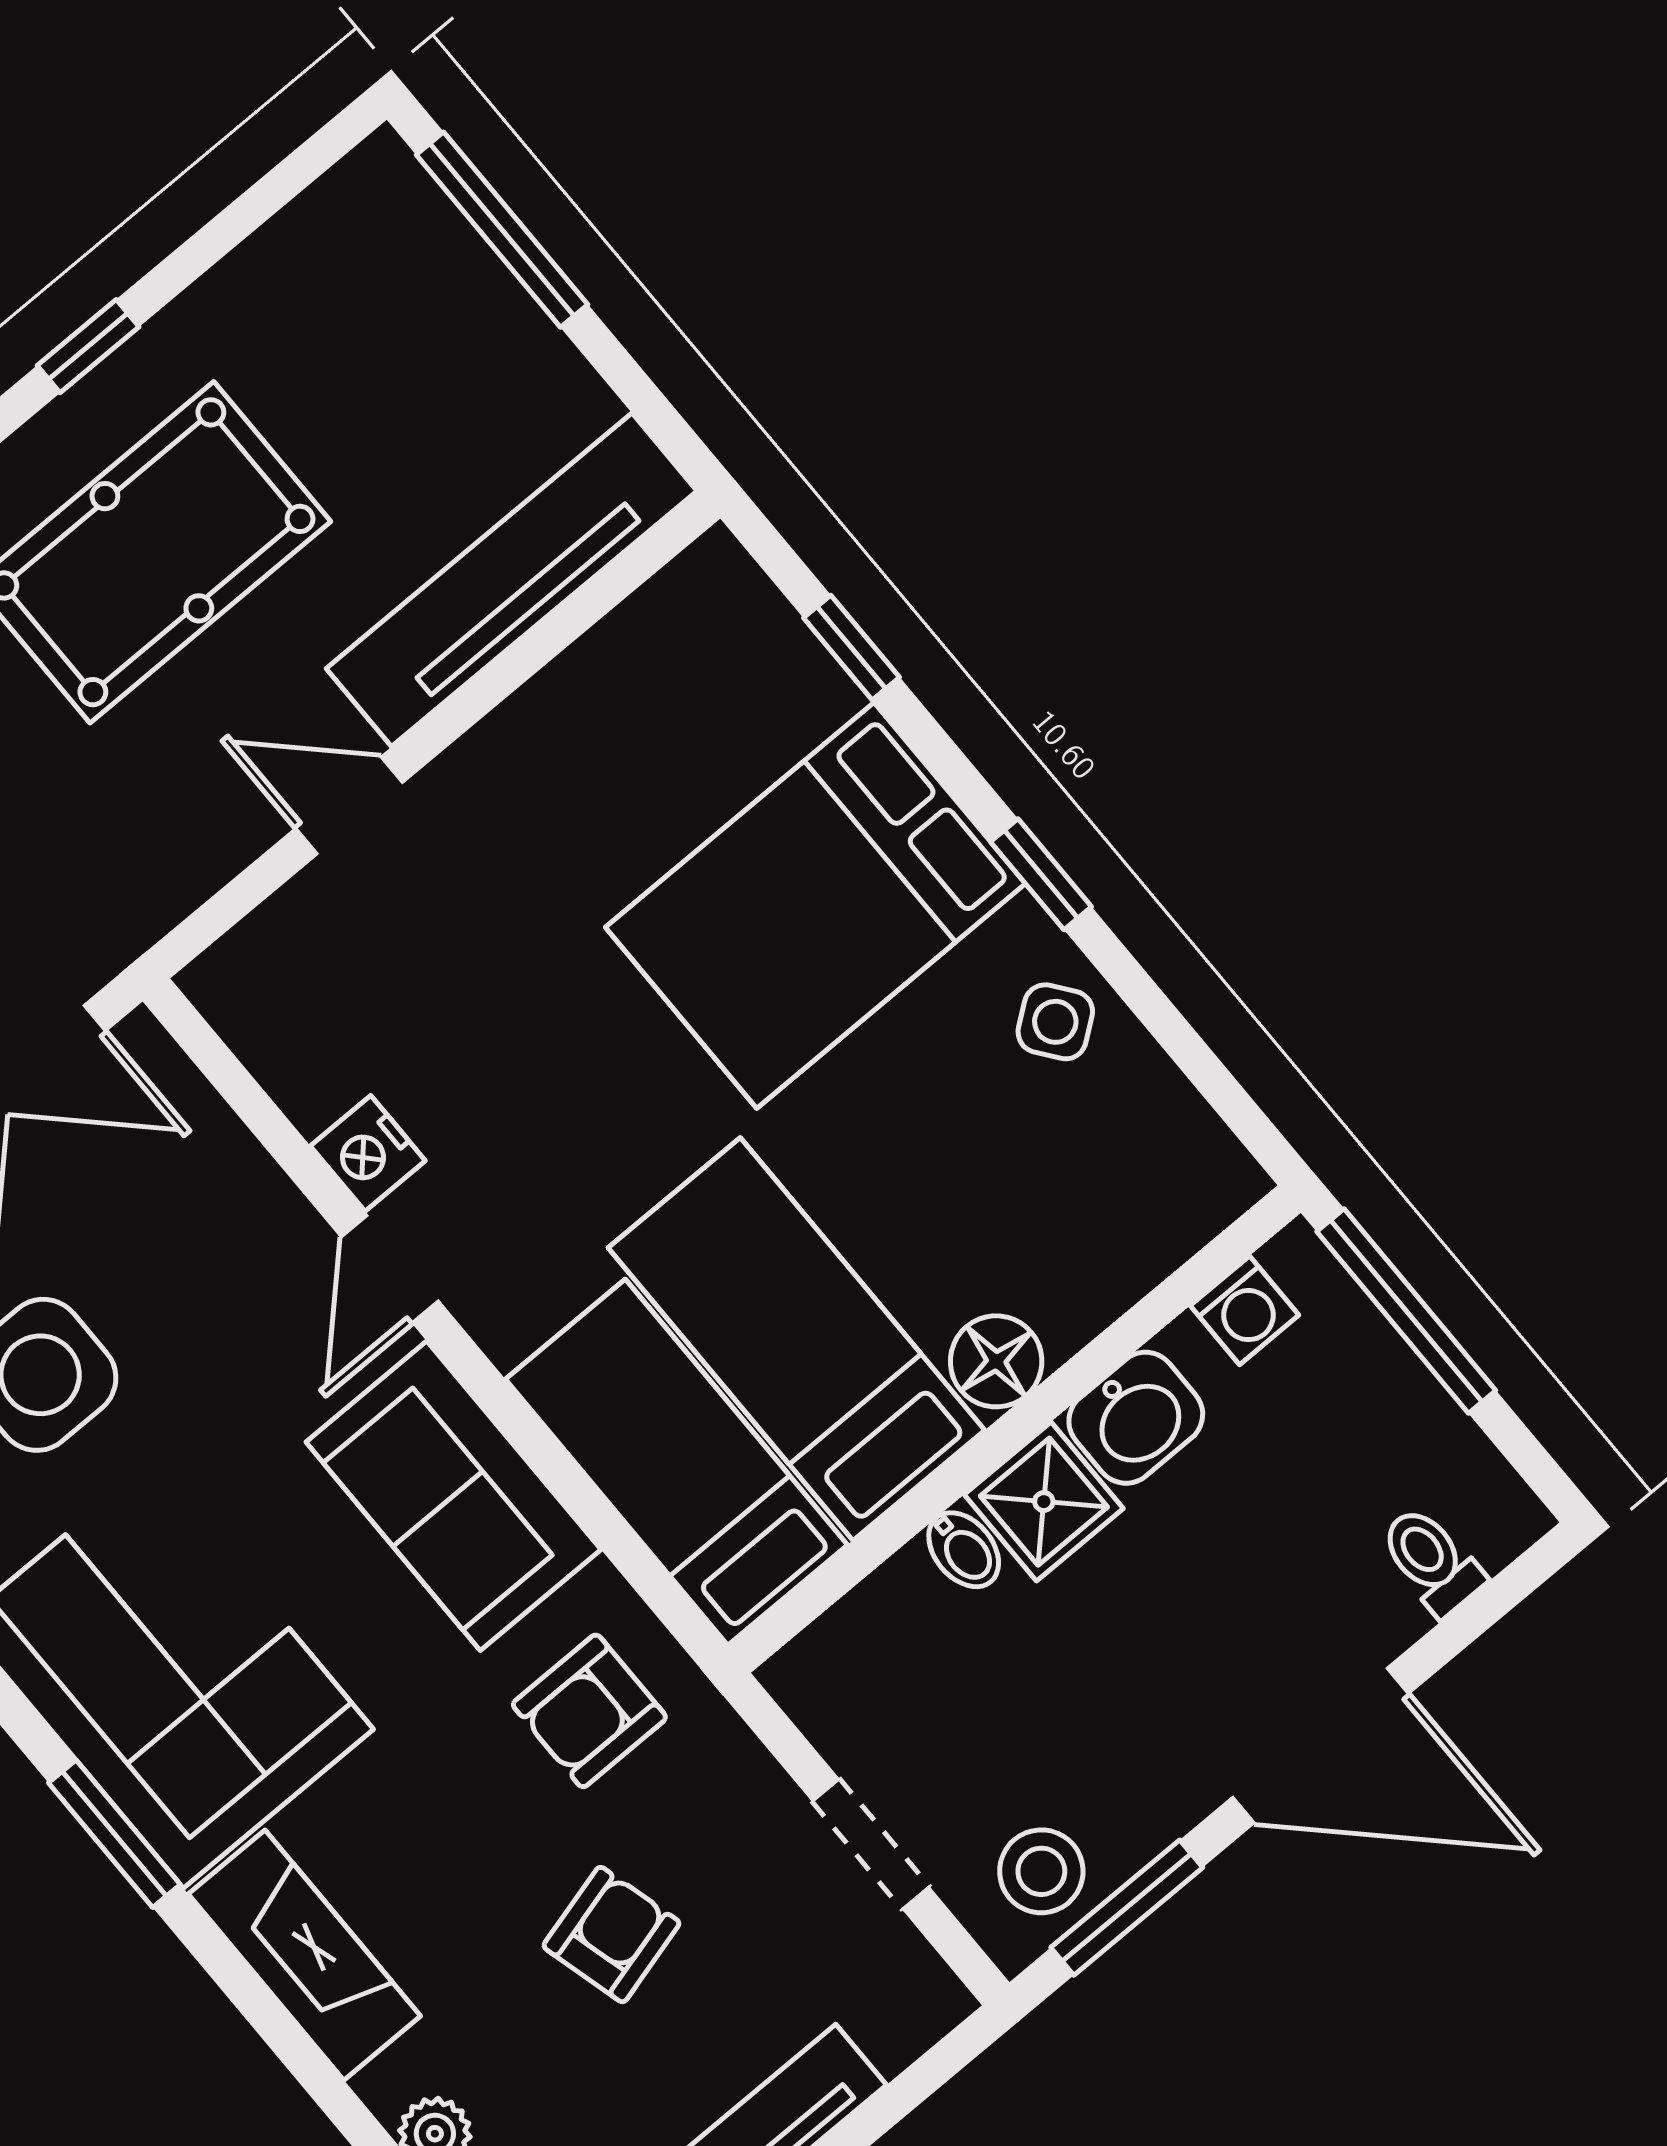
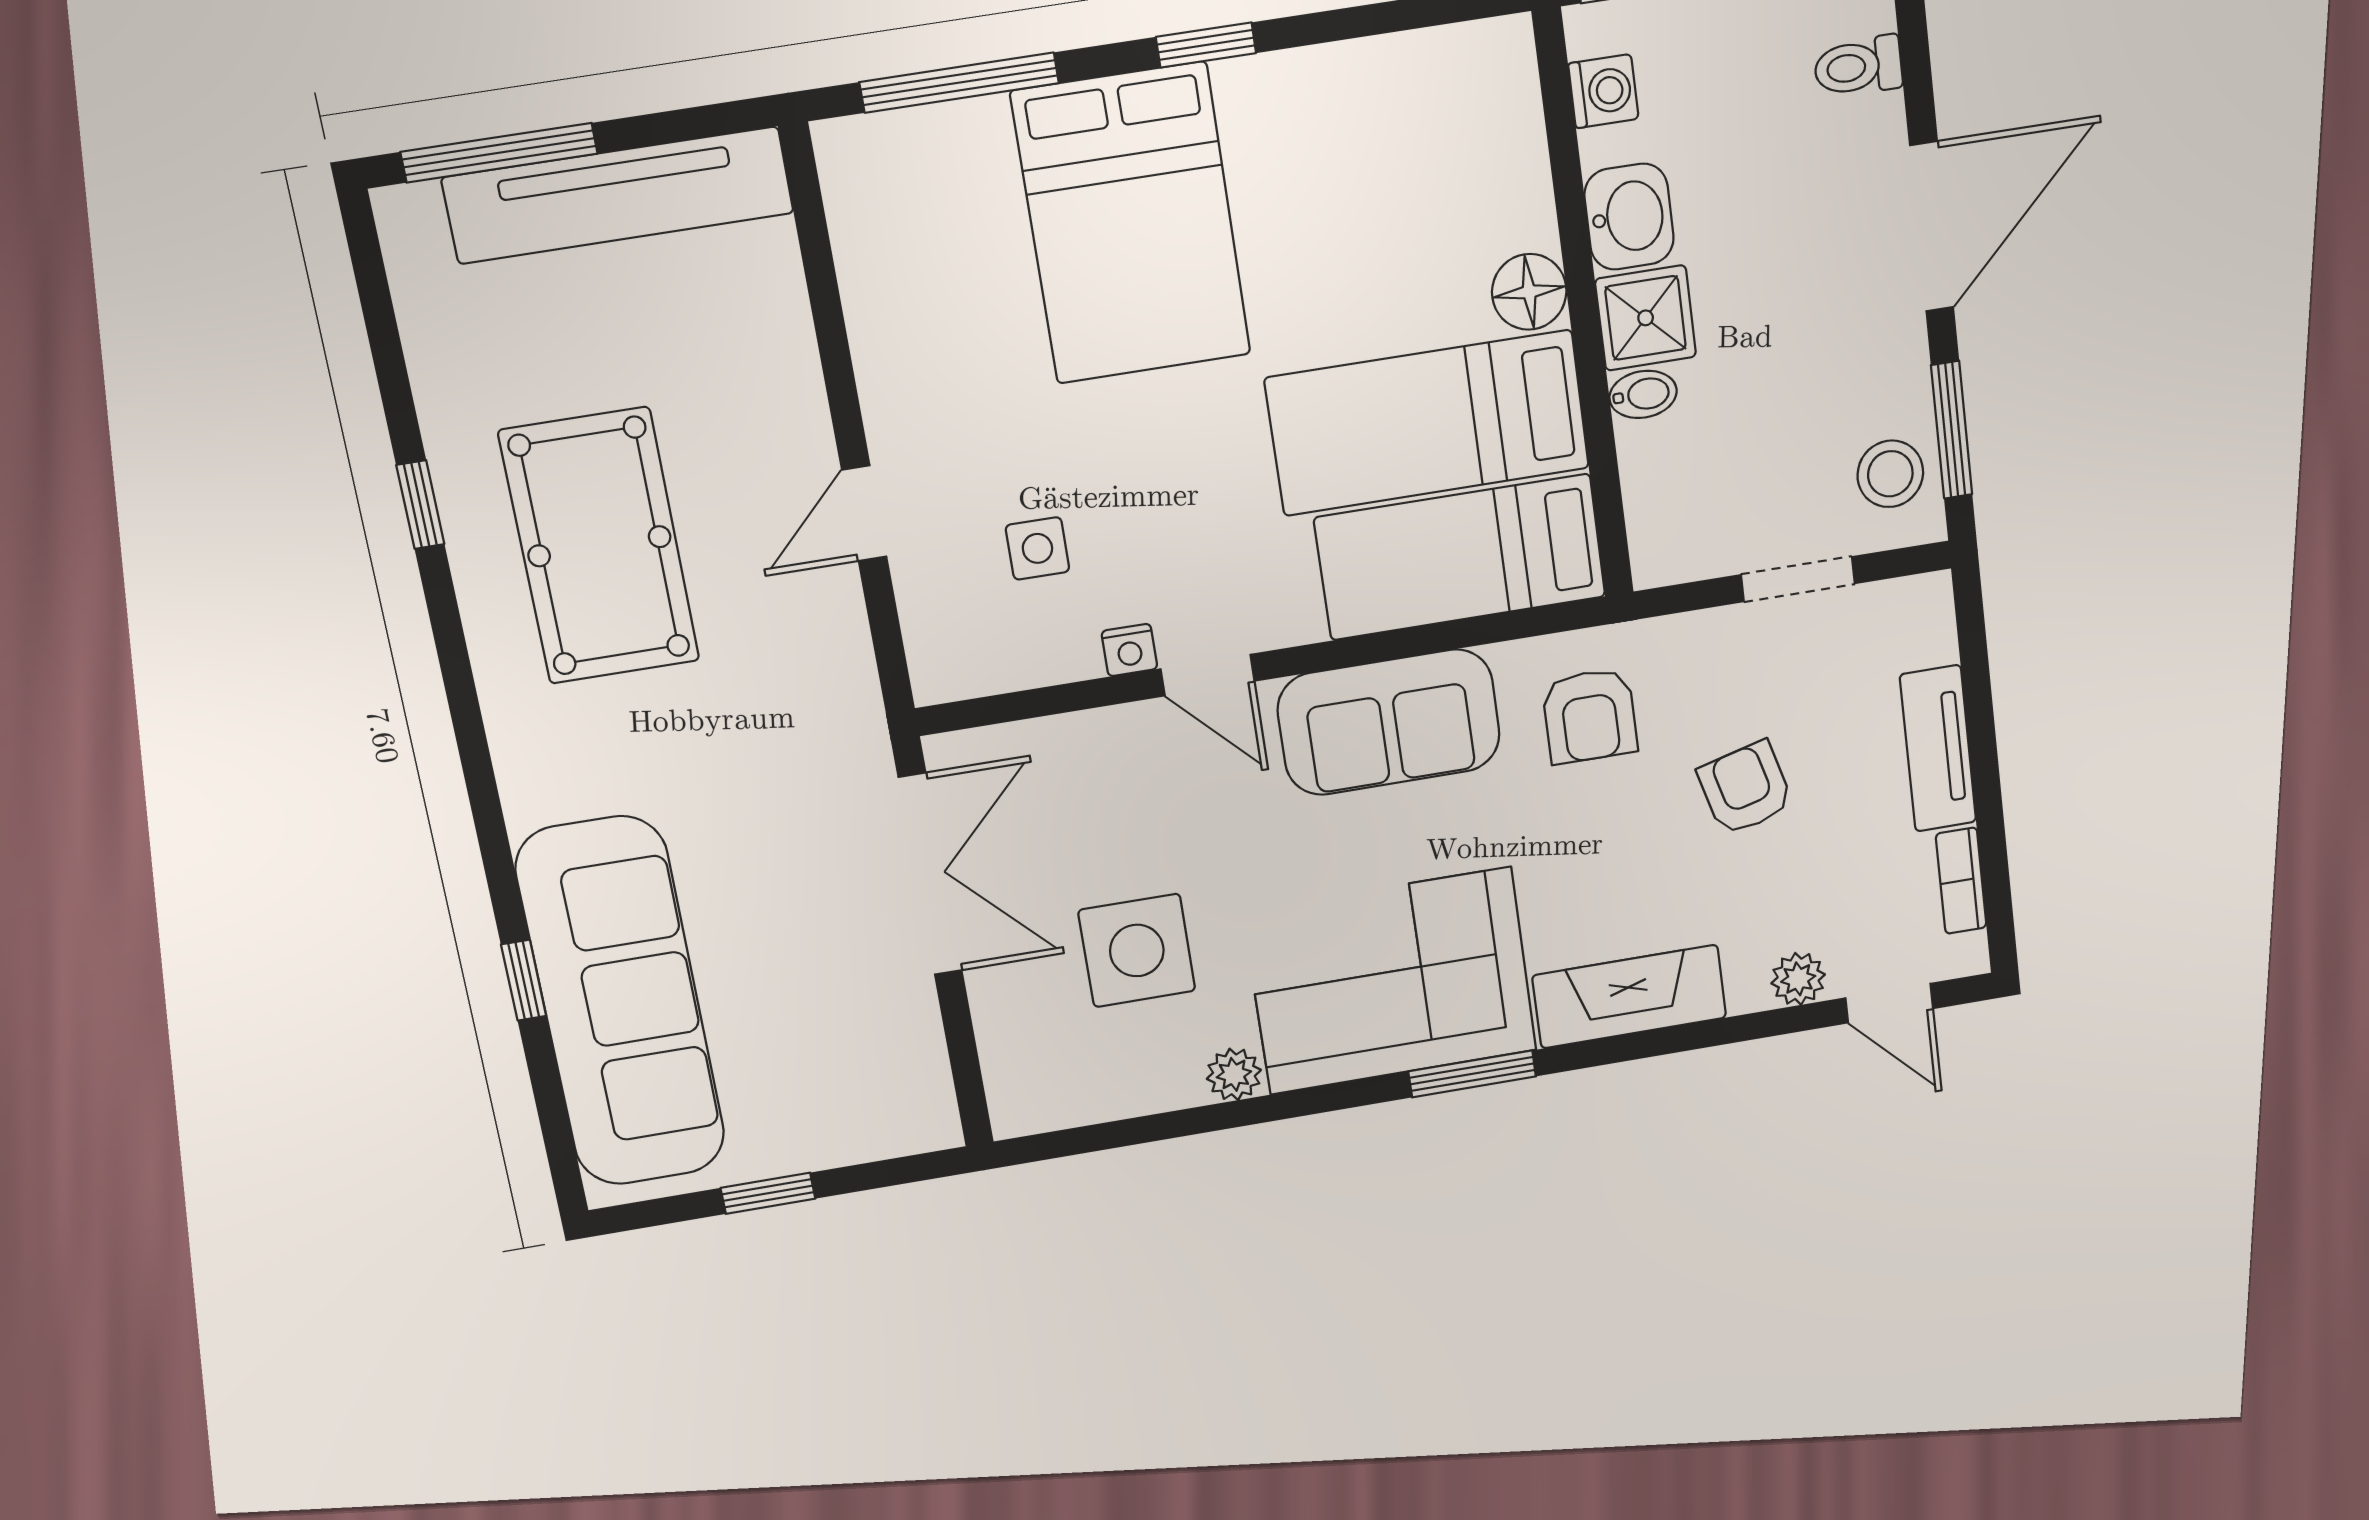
tv unit: (512, 580) -> (618, 195), moved, turned -90
window: (852, 648) -> (959, 83), width x2.17
side table: (1055, 1022) -> (1037, 548), moved, turned 37
nightstand: (368, 1153) -> (1129, 650), width x0.72, depth x0.74

